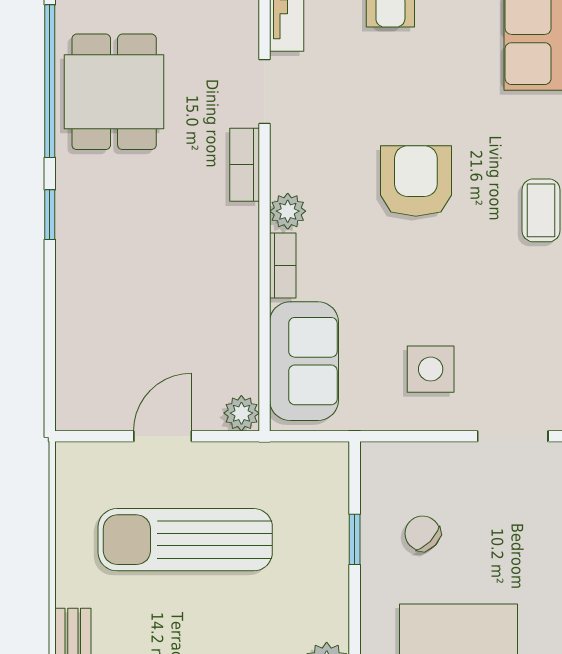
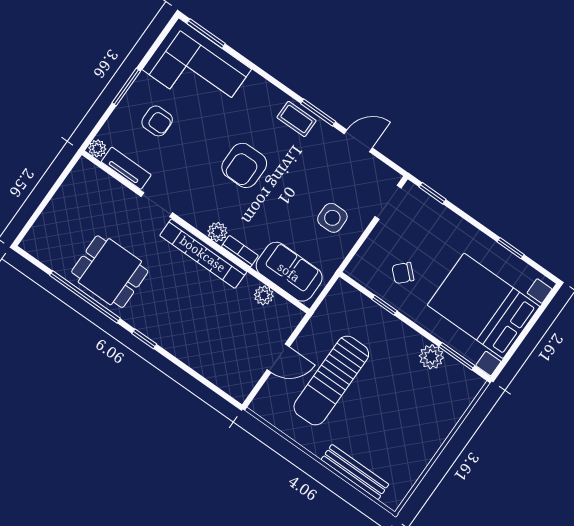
bookcase: (245, 165) -> (203, 254), width x2.31, depth x1.31
armchair: (416, 181) -> (244, 165), turned -90
plant: (241, 413) -> (264, 295), moved
door: (163, 436) -> (278, 358), swing flipped

